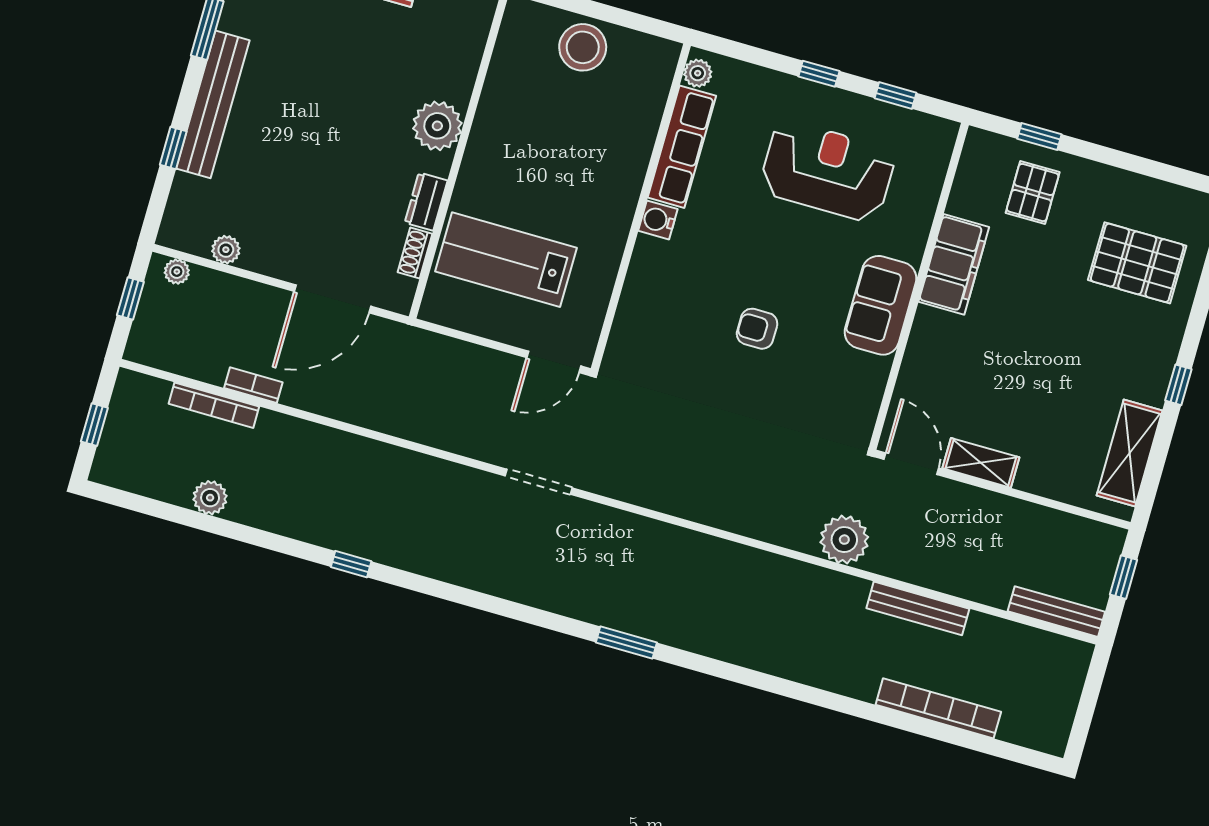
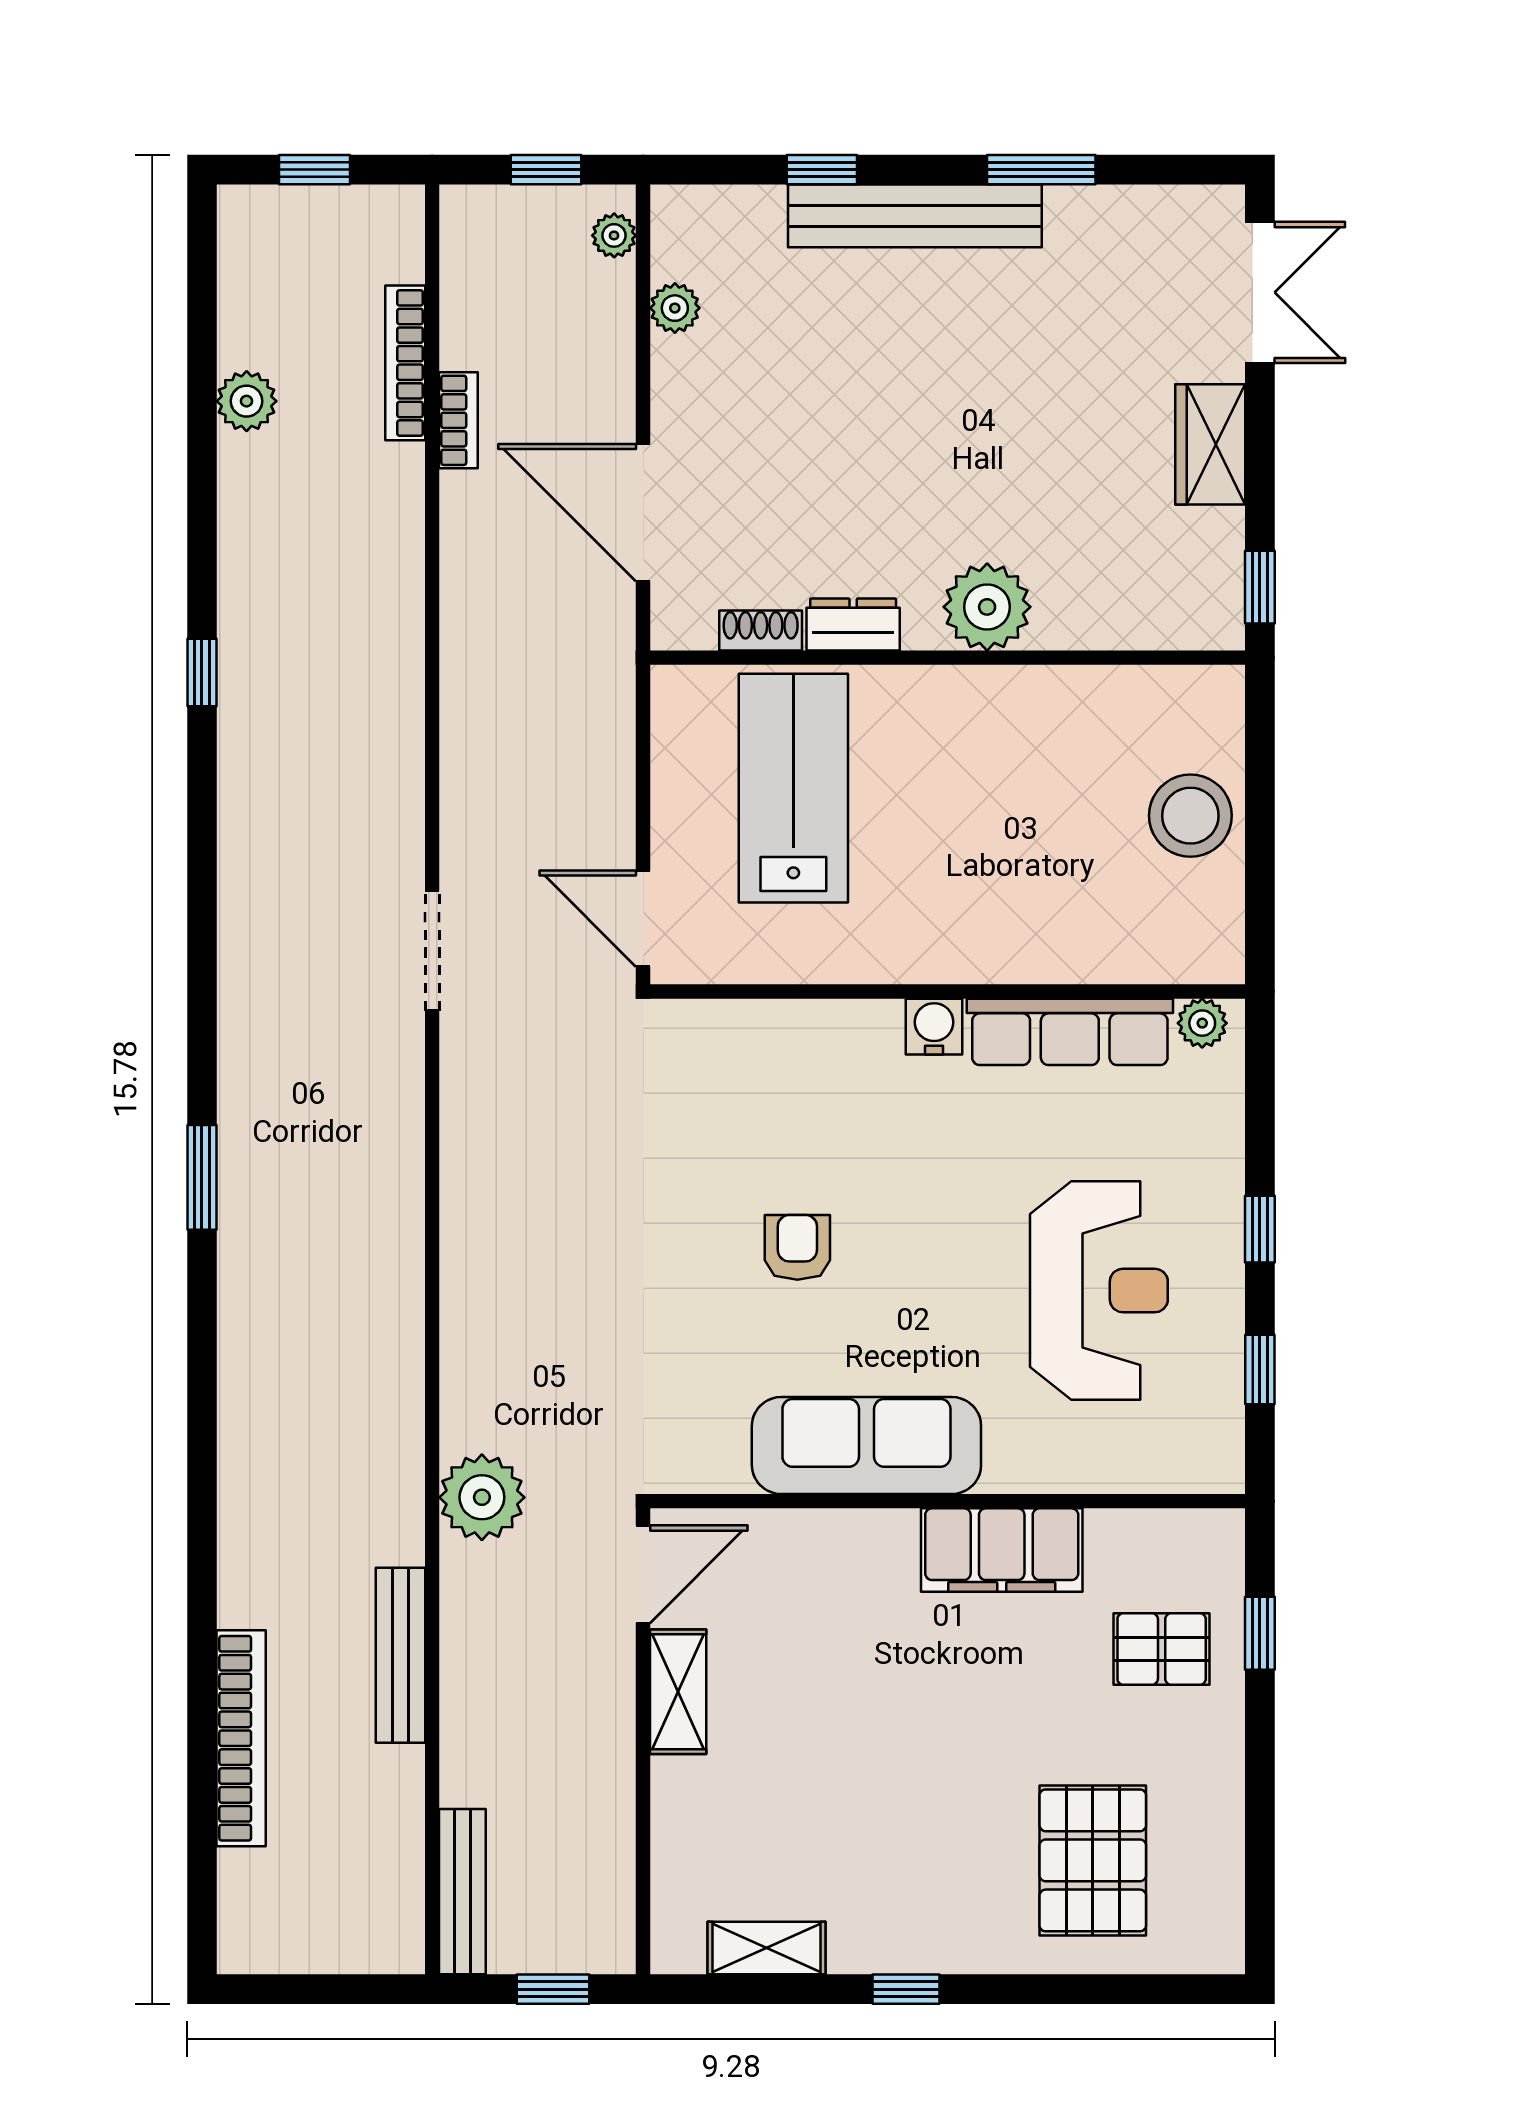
sofa: (881, 305) -> (866, 1445), width x1.36
shelving: (1130, 453) -> (767, 1948), width x0.67, depth x0.75

